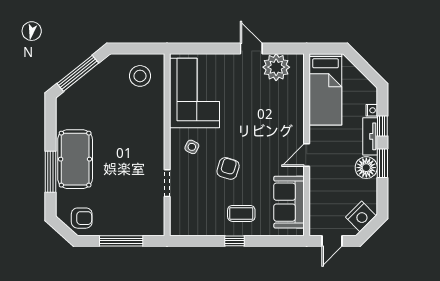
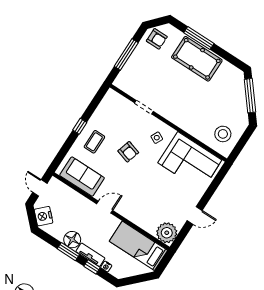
plant: (276, 67) -> (167, 233), moved
door: (307, 155) -> (105, 207), hinge flipped
armchair: (82, 218) -> (157, 39), turned -90

